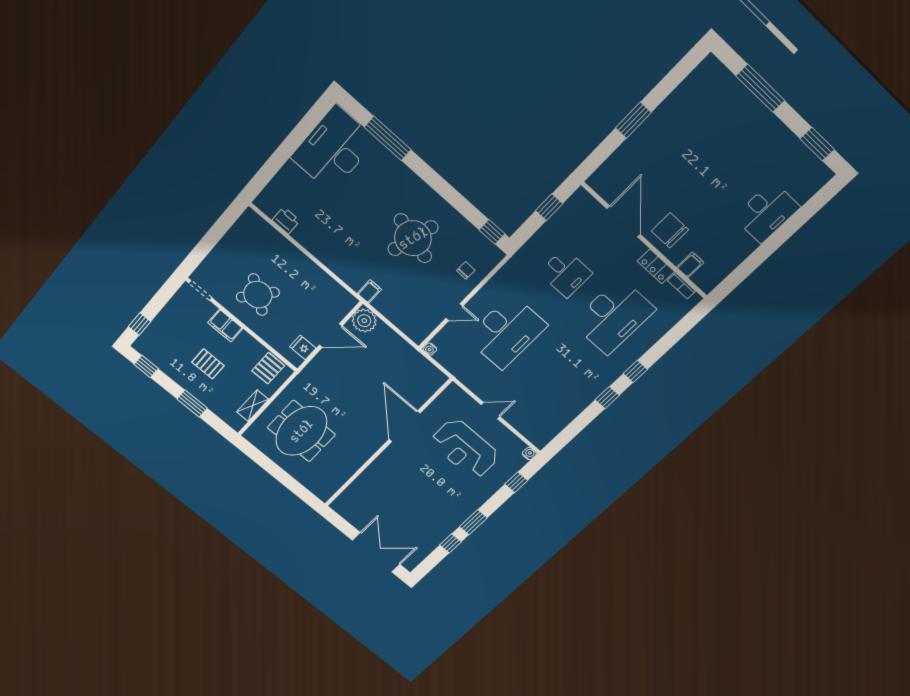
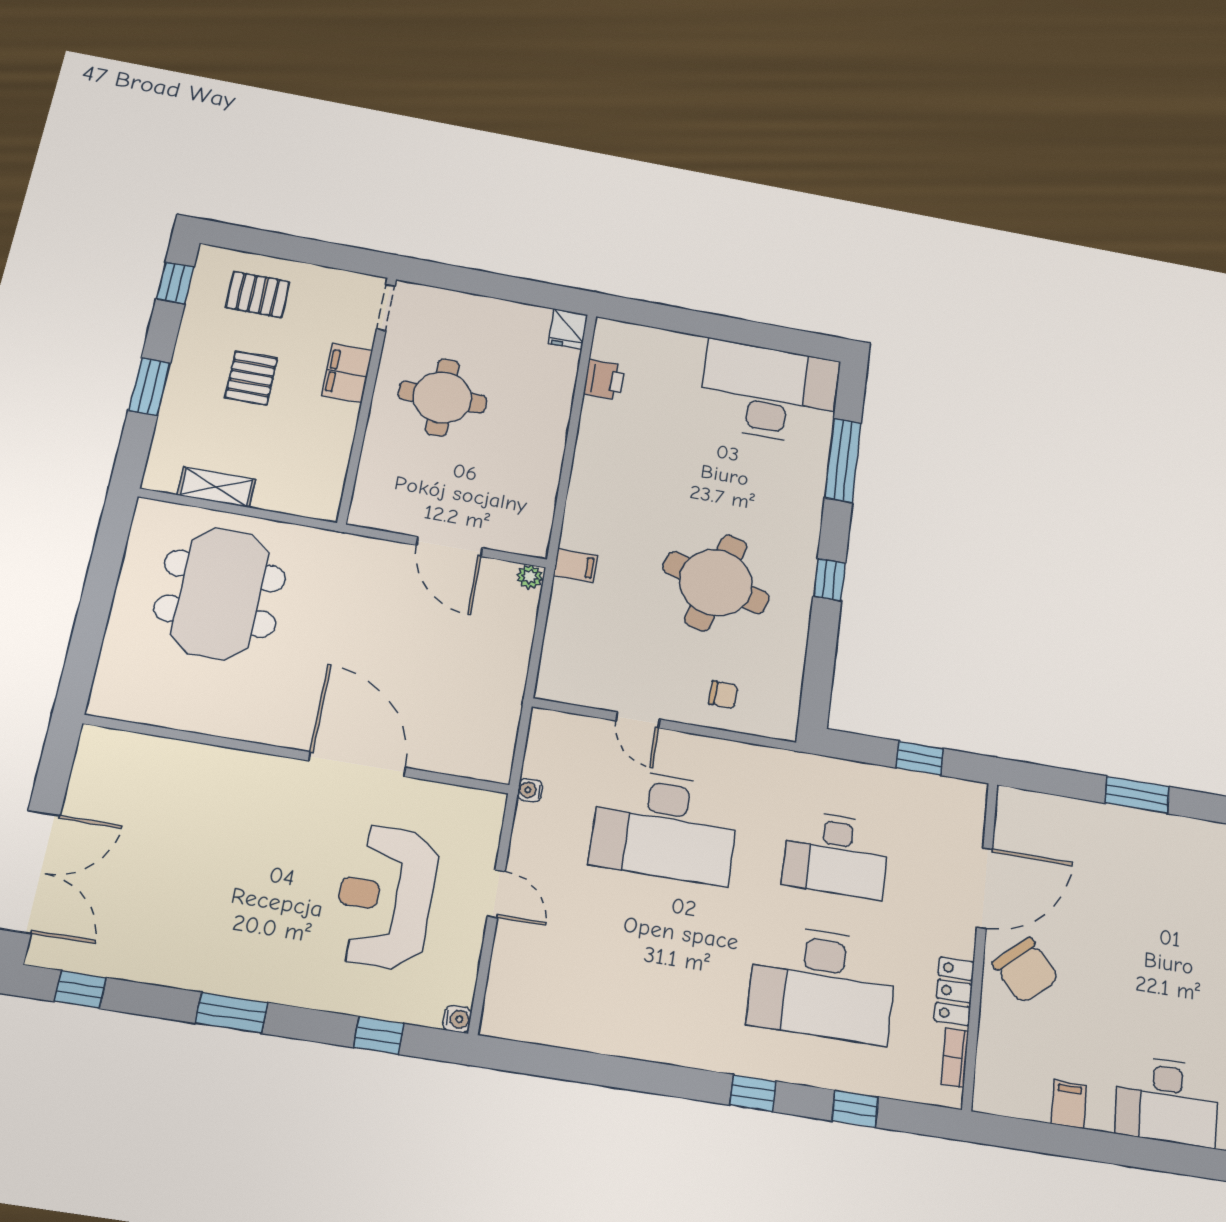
chair: (670, 230) -> (1026, 970), turned 138
window: (492, 232) -> (829, 580), moved
filing cabinet: (690, 265) -> (1069, 1104), moved, turned -90
desk: (566, 273) -> (836, 854), width x1.37
round table: (258, 295) -> (442, 397), turned -38
plant: (364, 321) -> (530, 577), width x0.53, depth x0.53
window: (139, 324) -> (253, 241), removed
fridge: (303, 347) -> (568, 329), moved, turned 180
water cooler: (430, 349) -> (530, 790), moved
pallet: (268, 368) -> (258, 295), moved
window: (607, 398) -> (855, 1109), moved
door: (405, 426) -> (357, 764), hinge flipped
meeting table: (301, 431) -> (220, 593), turned 90
window: (450, 543) -> (81, 990), moved

